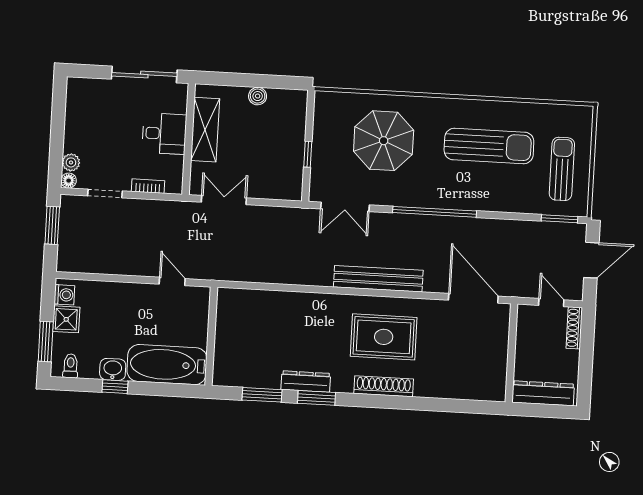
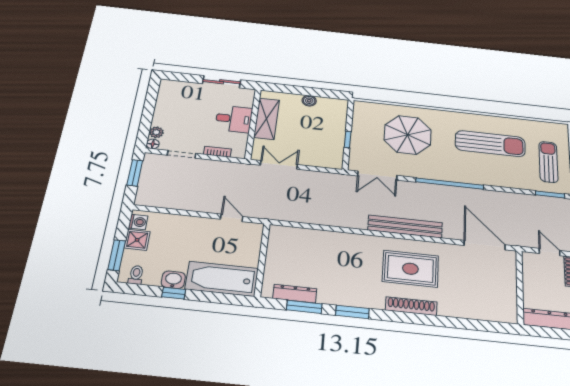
sliding door: (144, 74) -> (222, 82), width x0.73
dresser: (306, 381) -> (295, 294), moved

